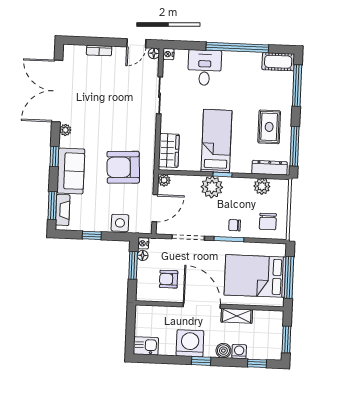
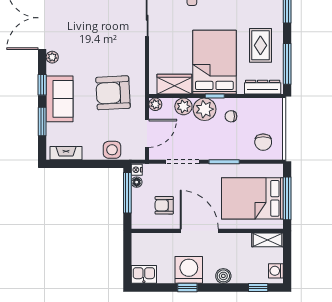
bed: (216, 141) -> (214, 62), width x1.50
wardrobe: (169, 150) -> (174, 84), moved, turned -90
plant: (262, 186) -> (183, 106), moved
window: (52, 206) -> (42, 122), moved
fireplace: (63, 210) -> (66, 153), moved, turned -90
chair: (235, 225) -> (231, 116), moved
window: (92, 235) -> (84, 164), removed
window: (133, 265) -> (127, 193), width x1.44
shelving: (237, 316) -> (267, 240), moved
window: (286, 340) -> (287, 262), removed
washing machine: (239, 352) -> (276, 271), moved, turned -90
window: (201, 361) -> (187, 288), moved

